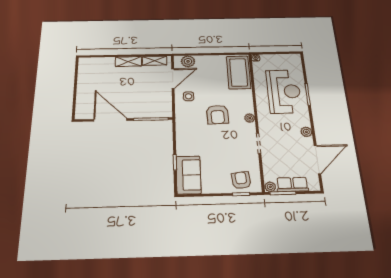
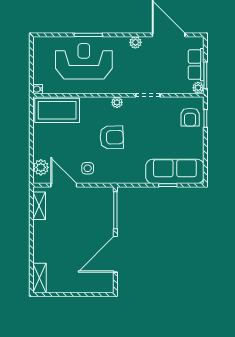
shelving: (128, 62) -> (40, 278), moved
sofa: (189, 175) -> (175, 171), width x1.36
armchair: (241, 180) -> (190, 117), turned -84

